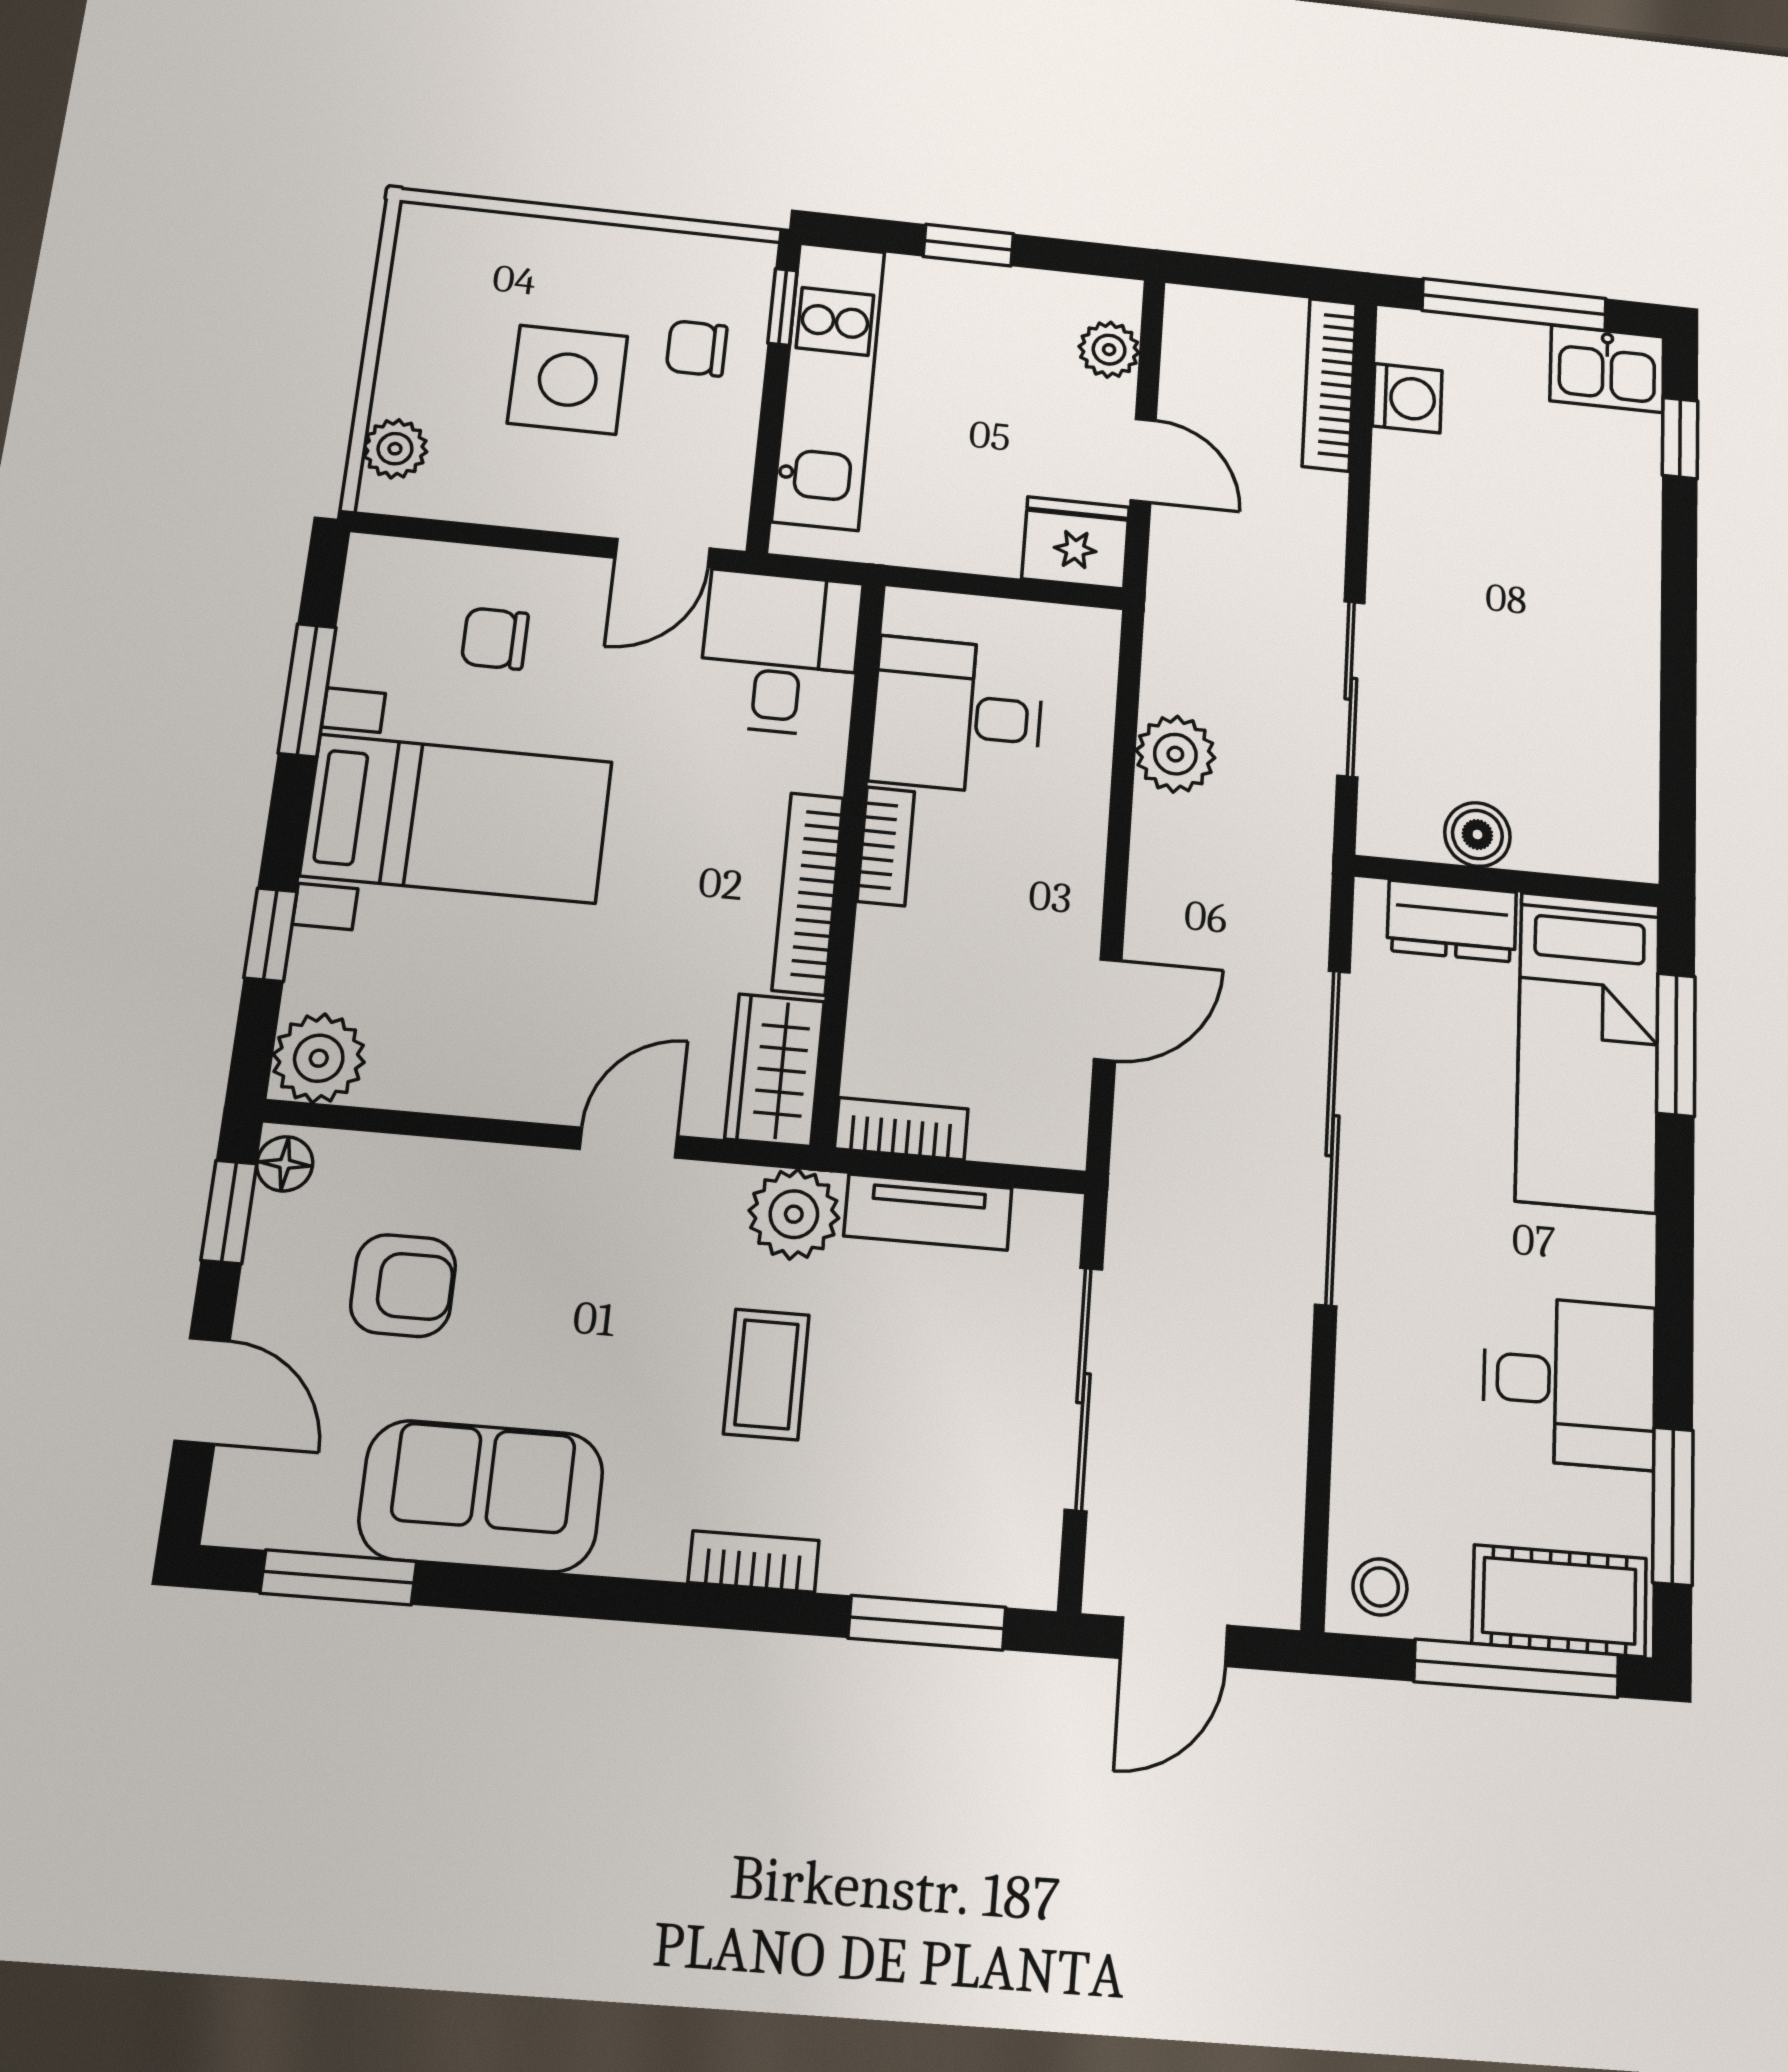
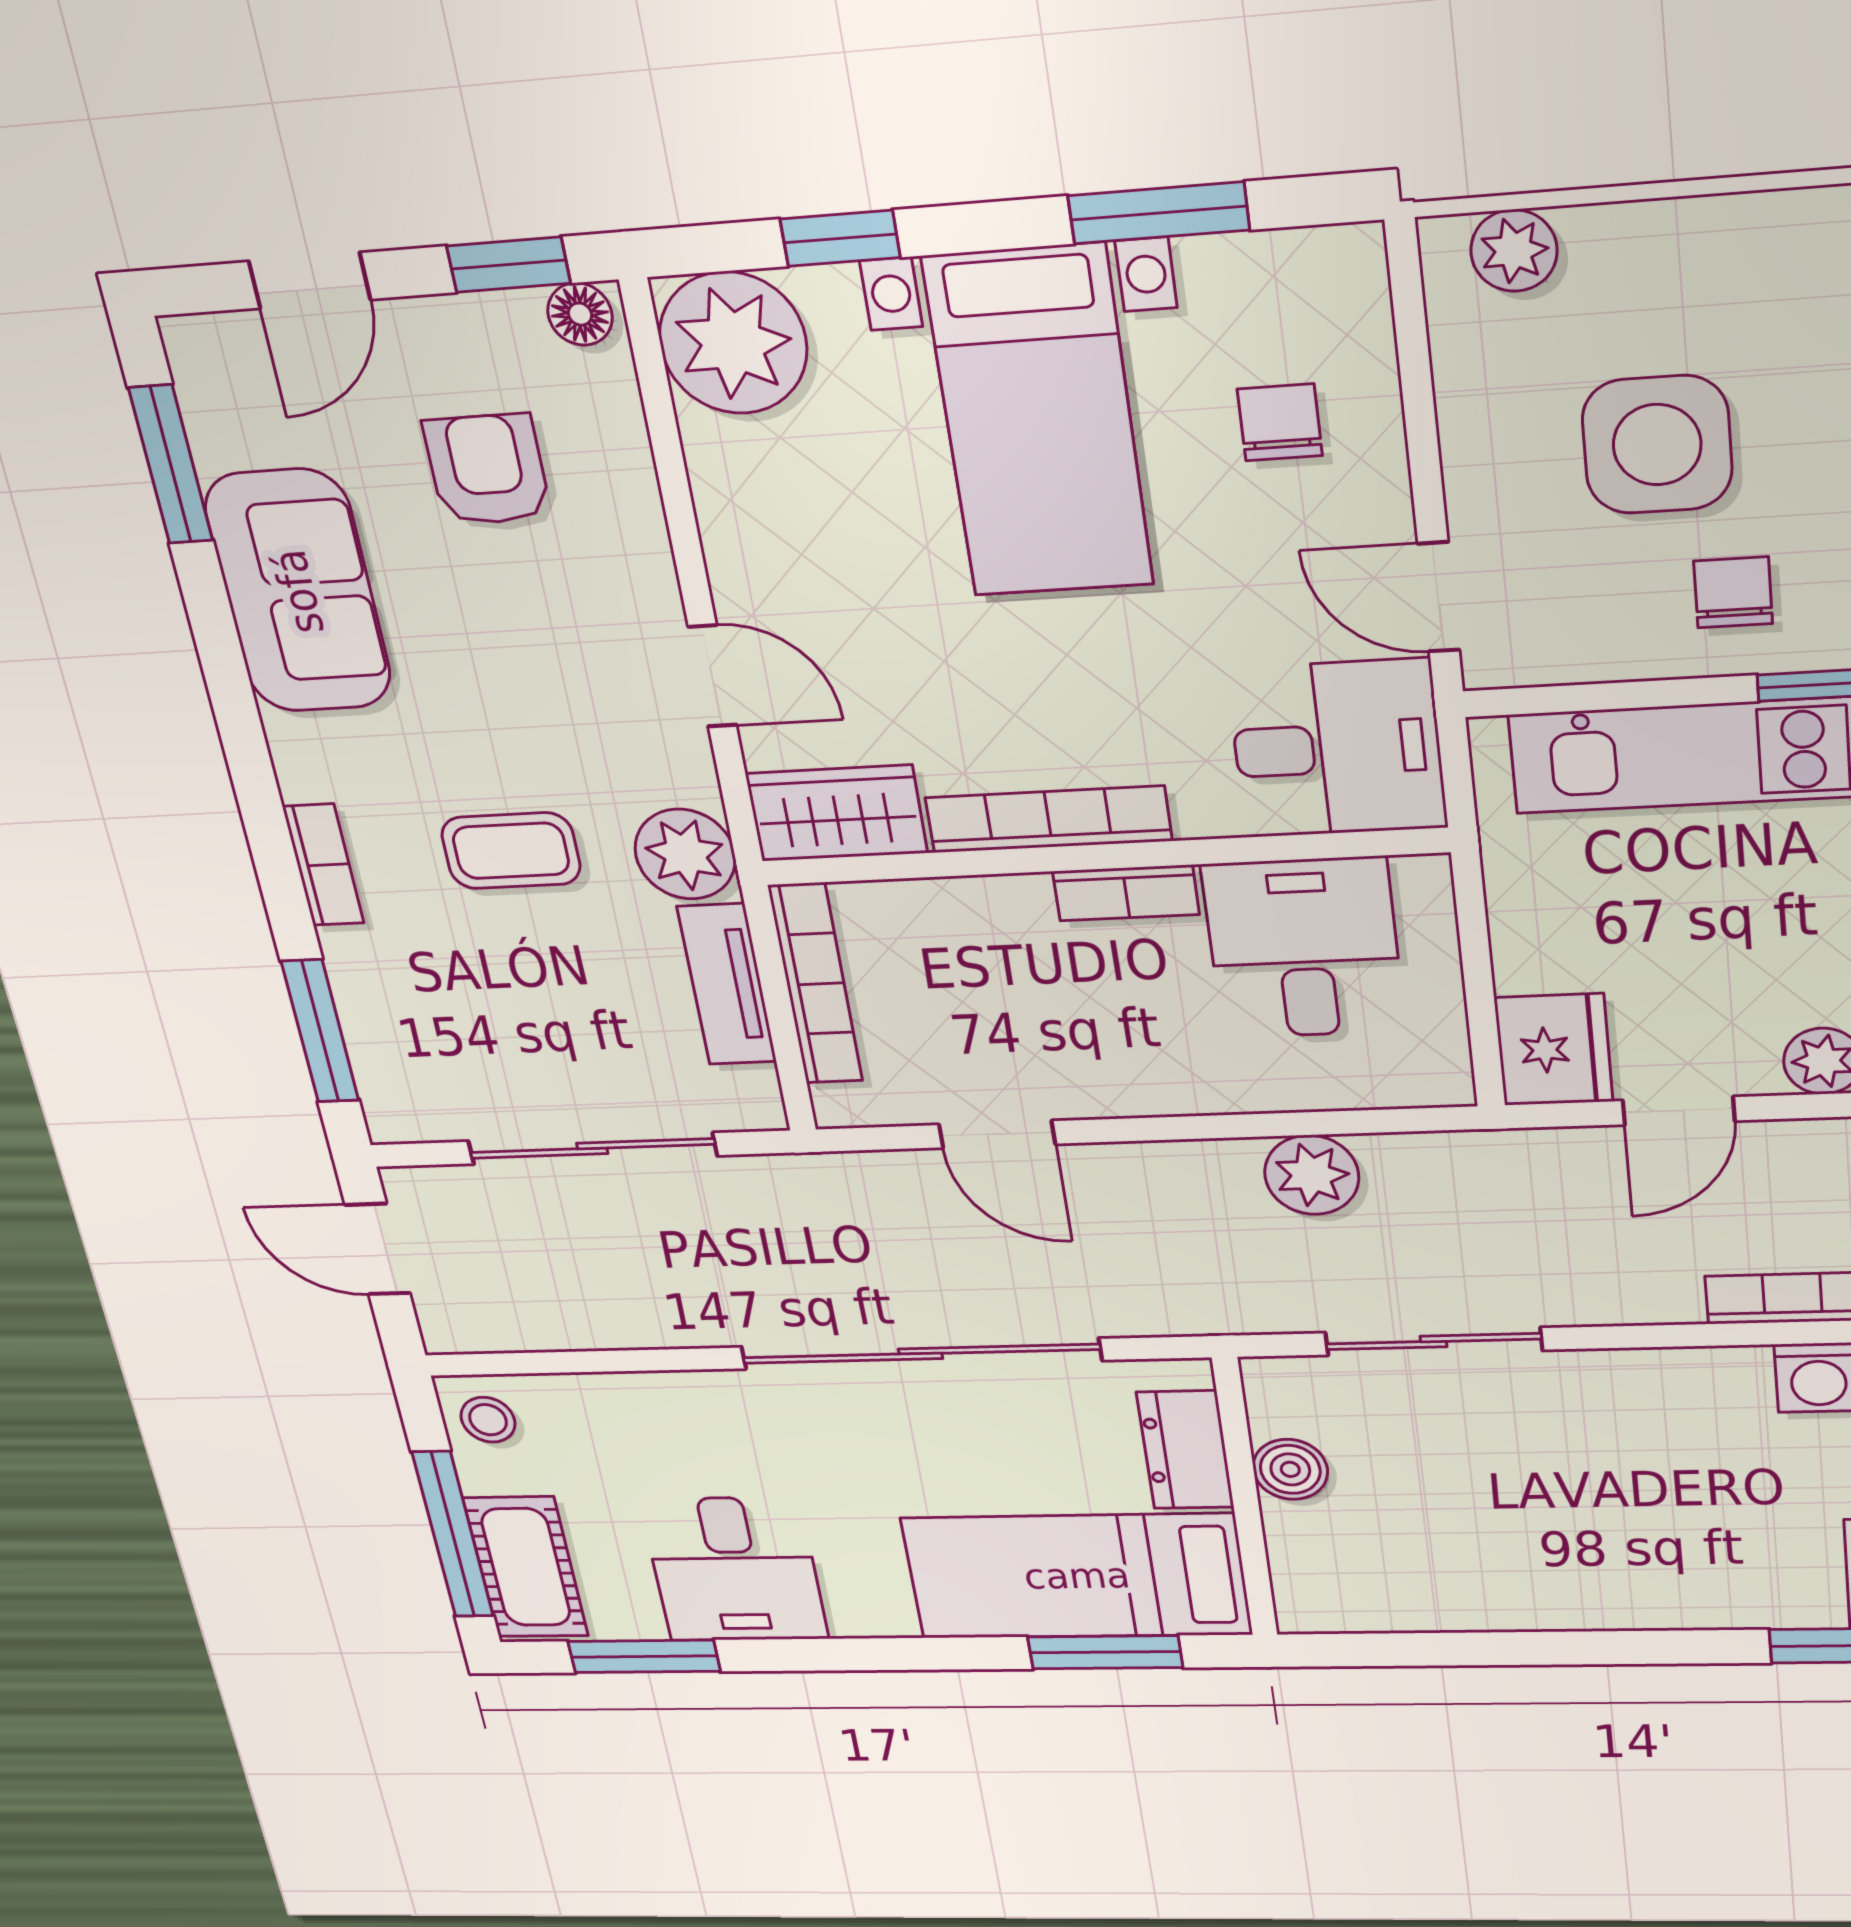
plant: (319, 1058) -> (733, 343), width x1.36, depth x1.36
bookcase: (901, 1129) -> (815, 984), width x1.56
armchair: (403, 1285) -> (487, 470), turned 180

